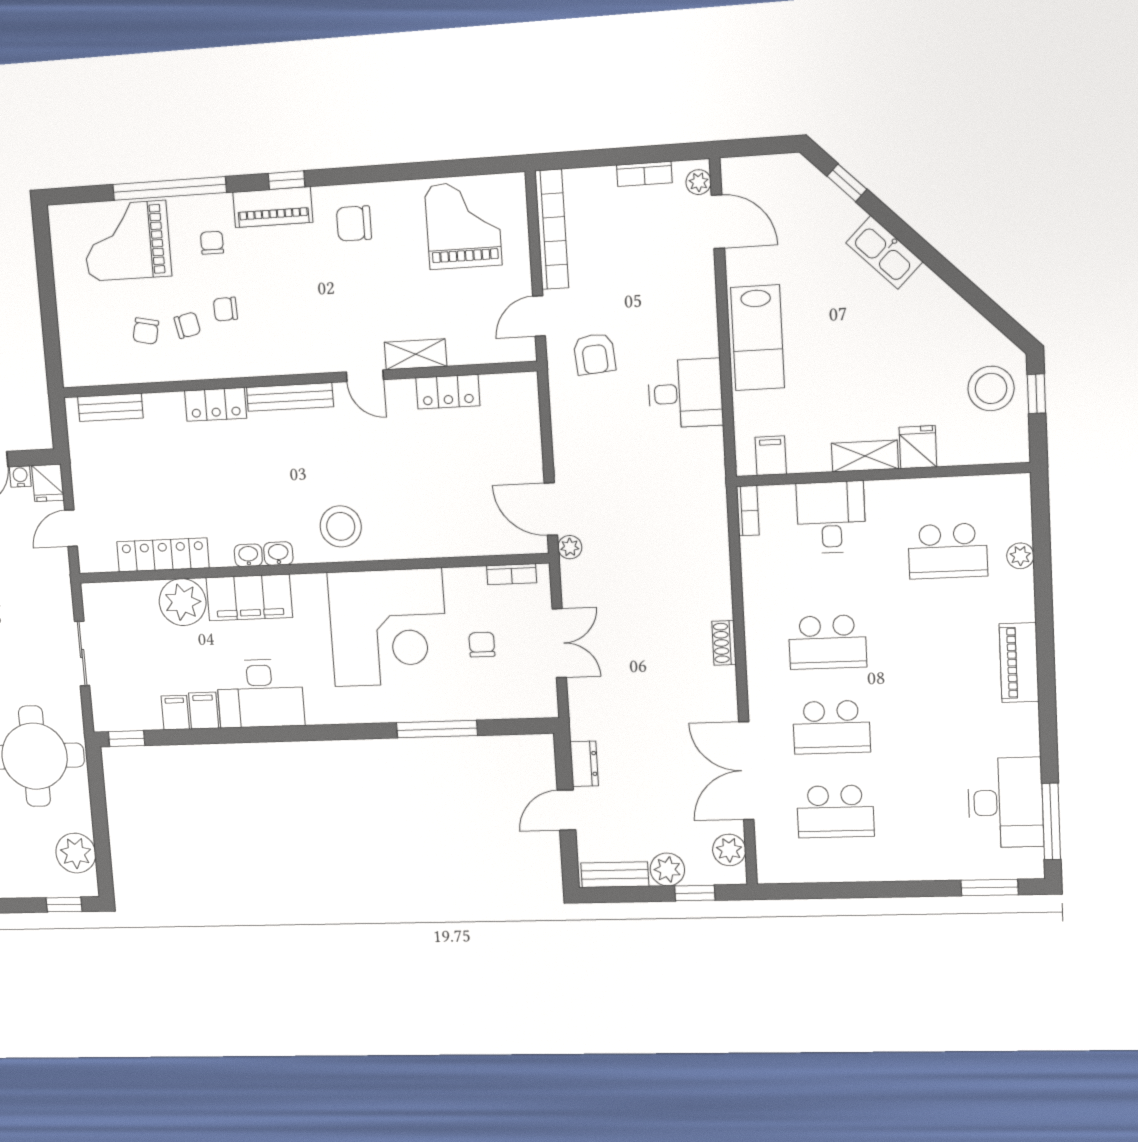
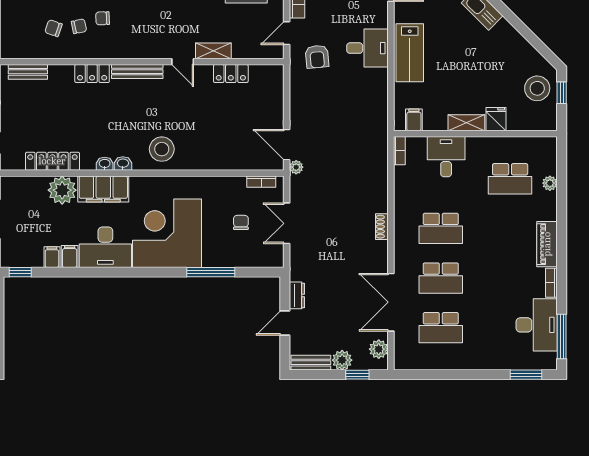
chair: (146, 331) -> (53, 28), turned 97
desk: (685, 393) -> (368, 48), moved
corner desk: (388, 627) -> (167, 233), moved, turned 180
double door: (559, 643) -> (287, 223), swing flipped
bookcase: (1029, 729) -> (551, 283), added

